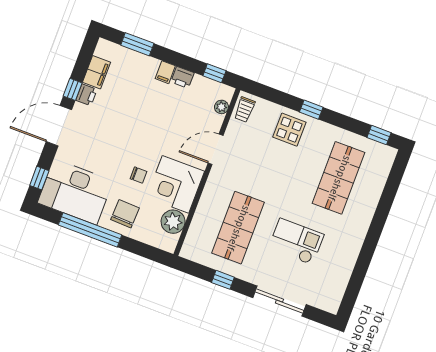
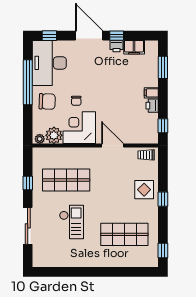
plant: (221, 107) -> (40, 139), moved

